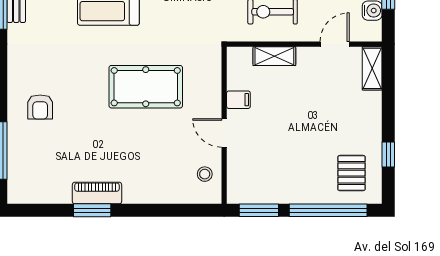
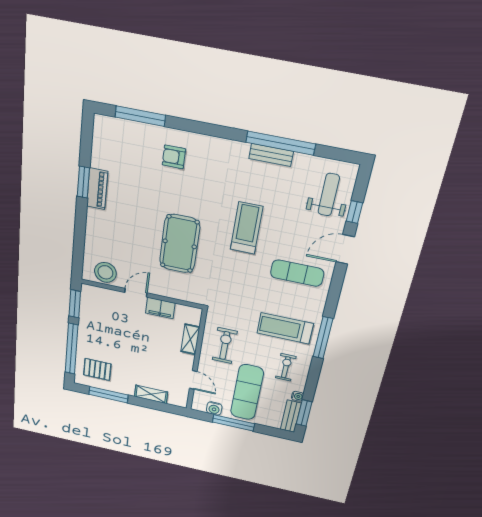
shelving: (372, 68) -> (151, 394), moved
filing cabinet: (238, 100) -> (160, 308), width x2.00
window: (388, 155) -> (108, 395), width x2.17
stool: (205, 174) -> (105, 272), width x1.89, depth x1.89

